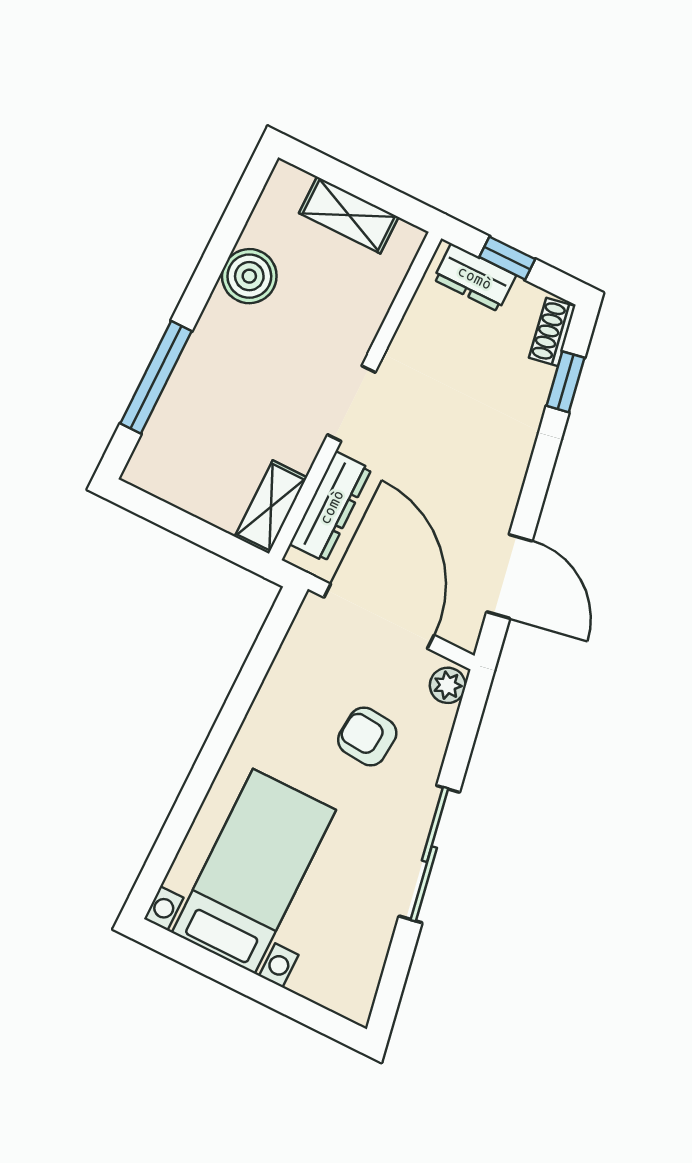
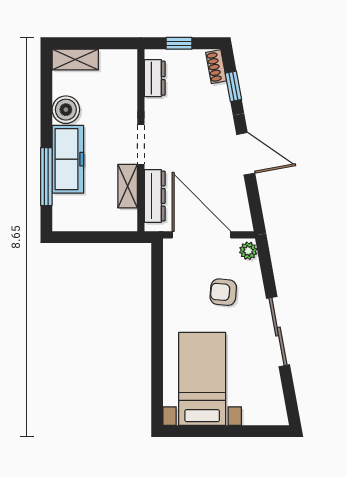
shelving: (349, 215) -> (75, 59), moved
dresser: (475, 277) -> (155, 78), moved, turned -90
freezer: (209, 365) -> (68, 159), added
shelving: (271, 507) -> (128, 186), moved
door: (509, 576) -> (246, 154), moved

